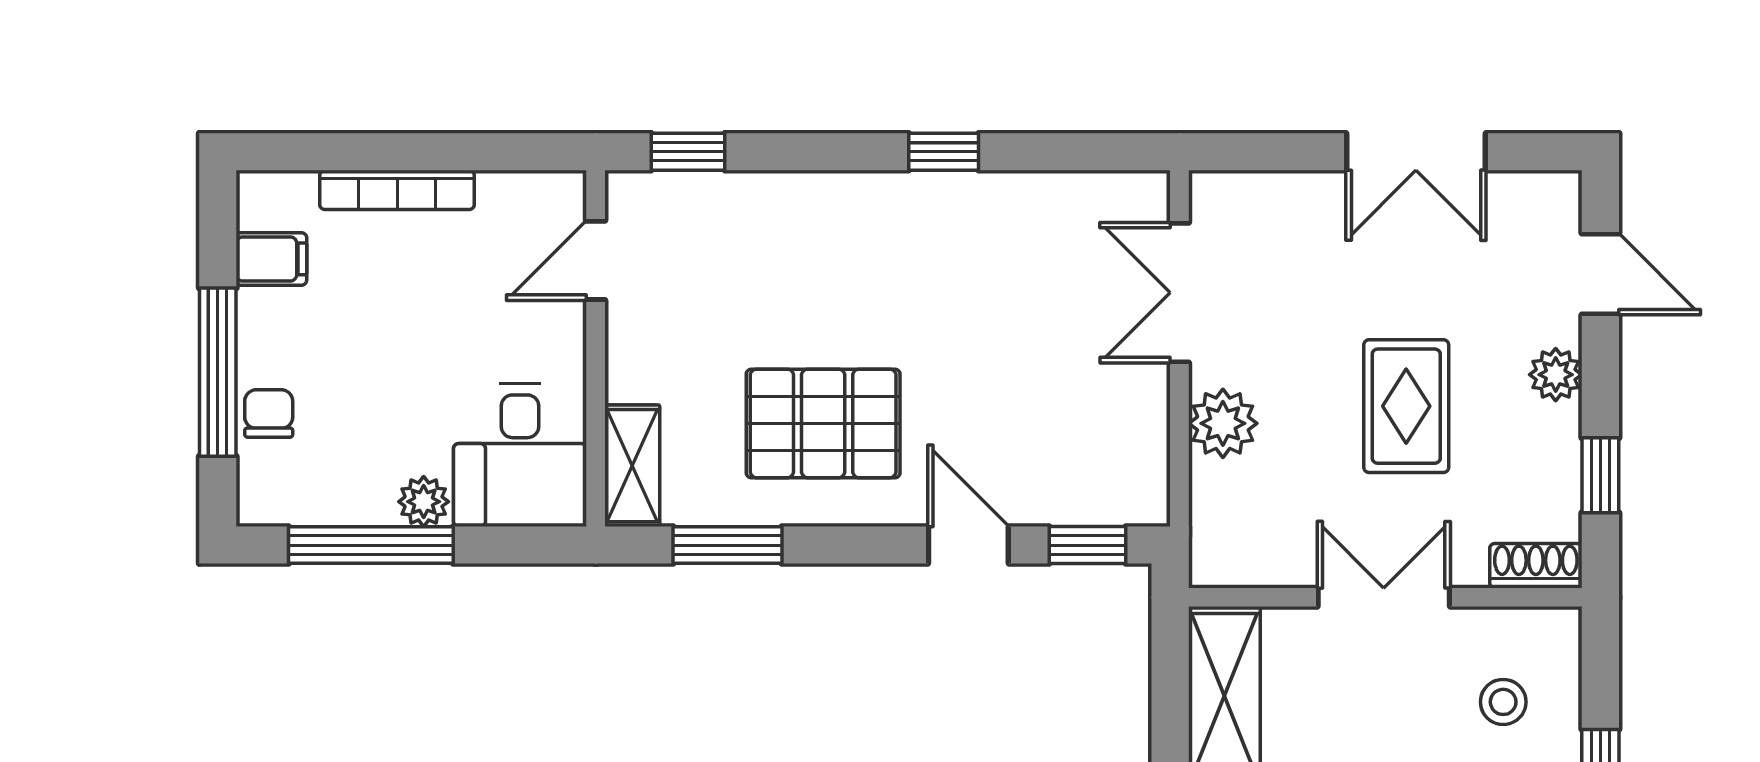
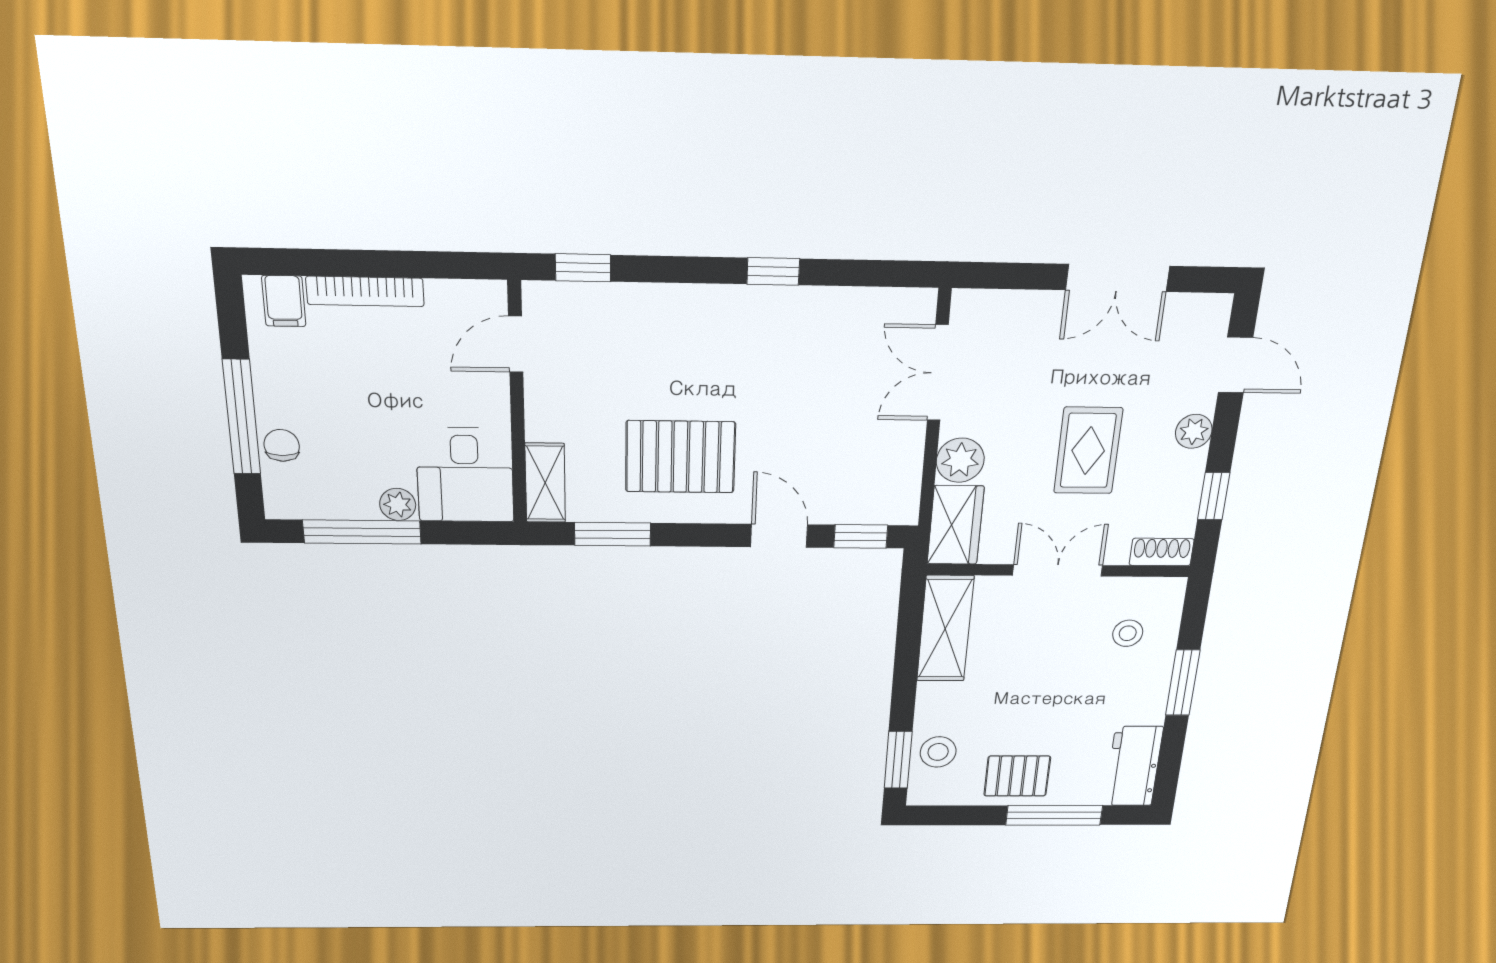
filing cabinet: (271, 259) -> (284, 301), moved, turned 90
wardrobe: (1225, 525) -> (956, 525), added

